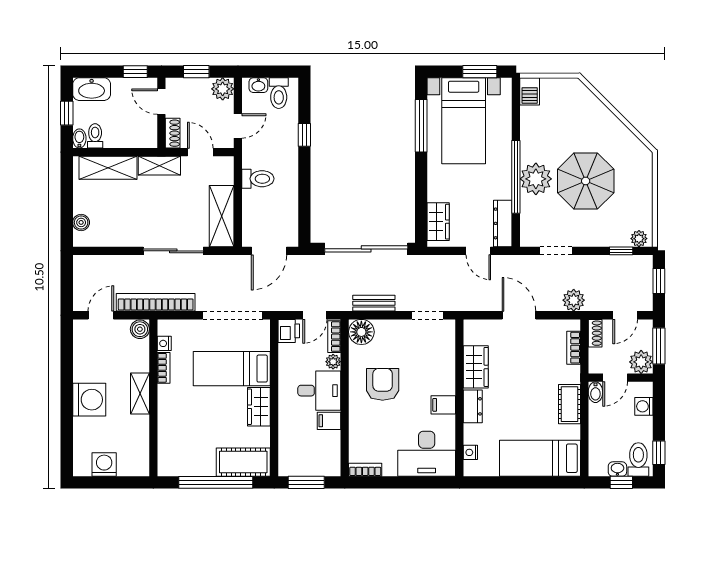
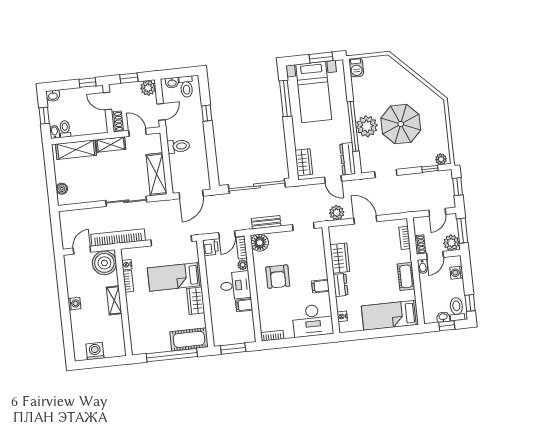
washbasin: (92, 89) -> (53, 96), width x0.52, depth x0.69
plant: (574, 300) -> (337, 213), moved
boiler: (140, 329) -> (104, 263), width x1.86, depth x1.86
shoe rack: (595, 333) -> (420, 245), moved
armchair: (383, 384) -> (278, 277), turned 180
washing machine: (89, 400) -> (74, 304), width x0.53, depth x0.53

